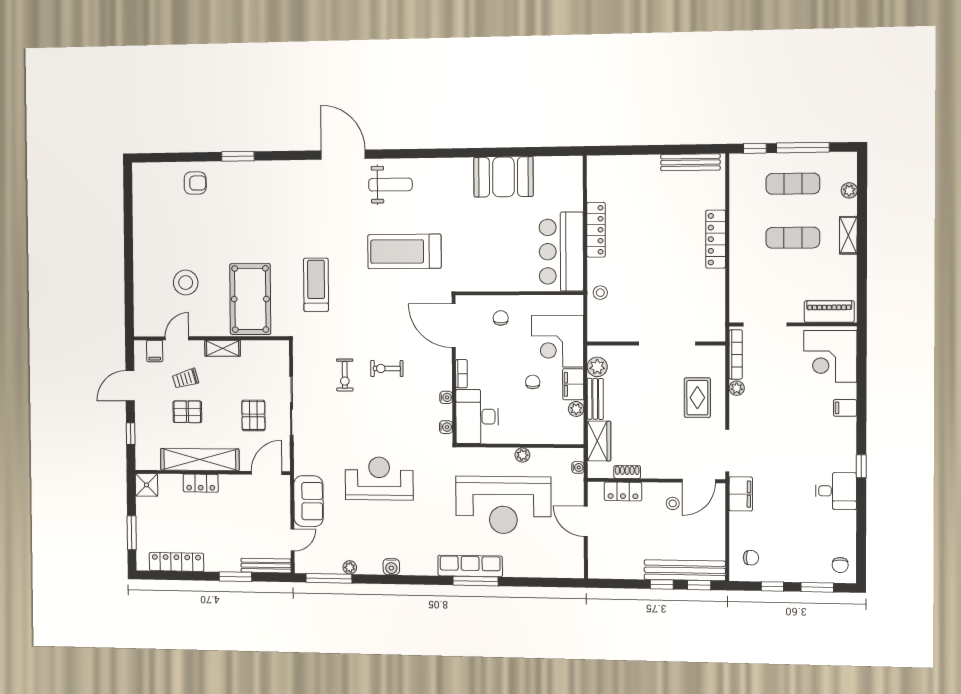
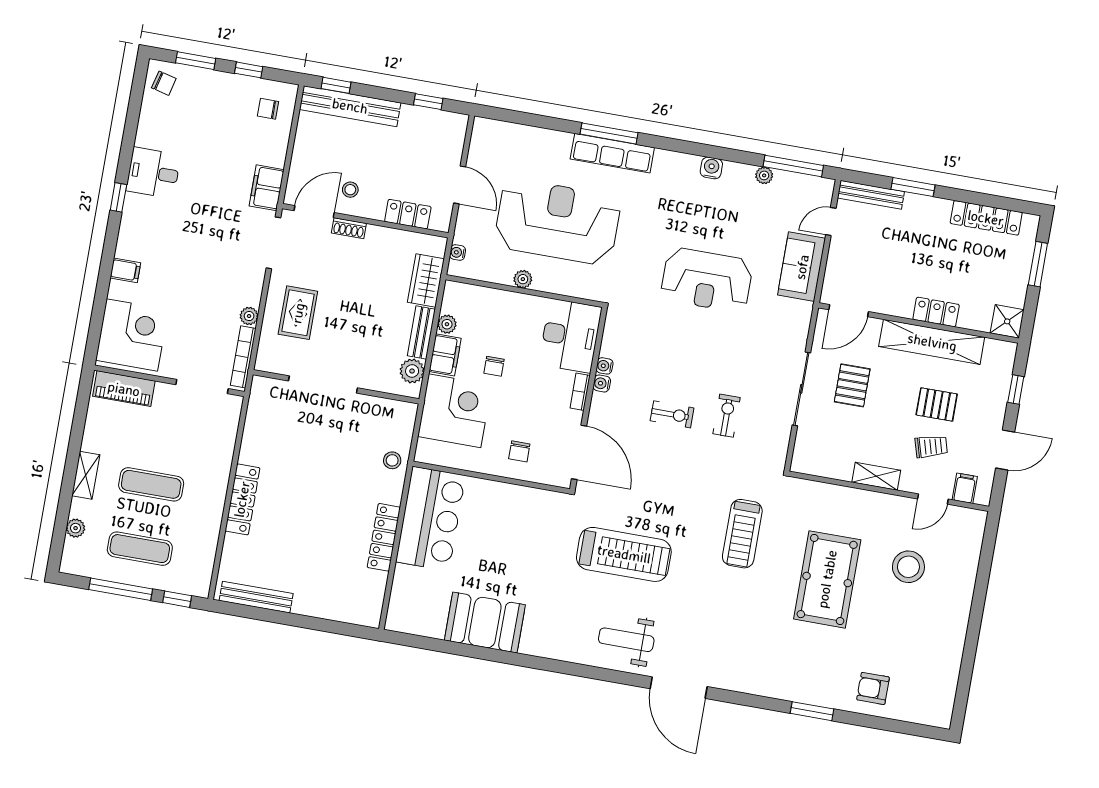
pool table: (250, 299) -> (827, 579), moved
water cooler: (446, 427) -> (602, 383), moved
shoe rack: (627, 472) -> (349, 228), moved
chair: (840, 565) -> (164, 83), turned 104
window: (662, 584) -> (428, 102), moved

